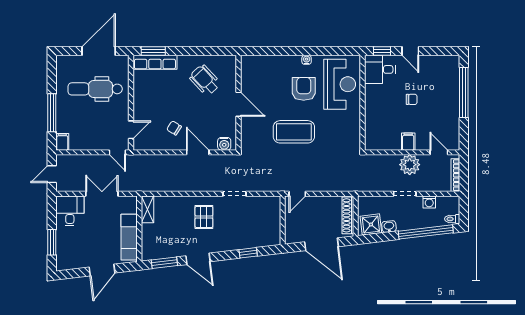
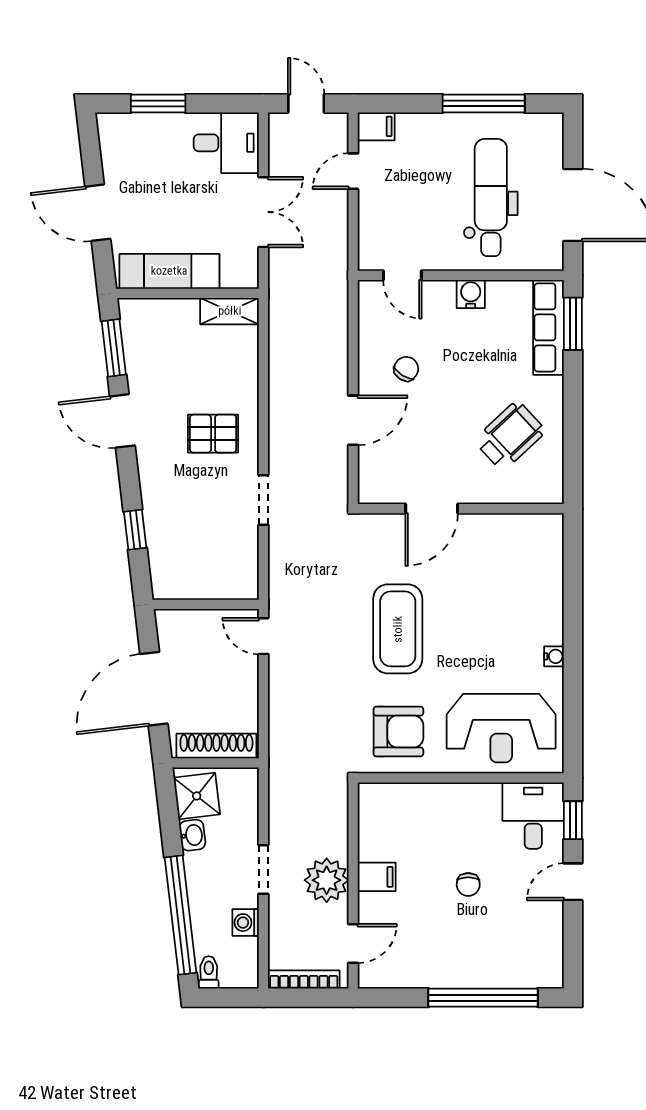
armchair: (304, 89) -> (398, 731), moved
door: (238, 104) -> (432, 509), moved
window: (52, 113) -> (484, 103), moved
water cooler: (224, 144) -> (471, 294), moved, turned 90
door: (117, 152) -> (353, 171), moved
door: (198, 259) -> (122, 421), hinge flipped

